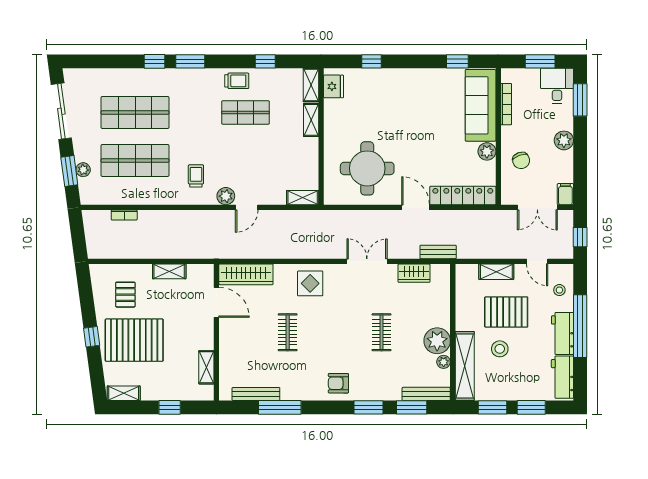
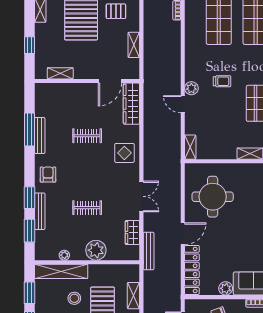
trolley: (196, 176) -> (222, 81), moved
bench: (438, 252) -> (149, 251), width x1.36
plant: (437, 341) -> (96, 250), moved
bench: (256, 394) -> (40, 136), moved
bench: (426, 394) -> (40, 211), moved

